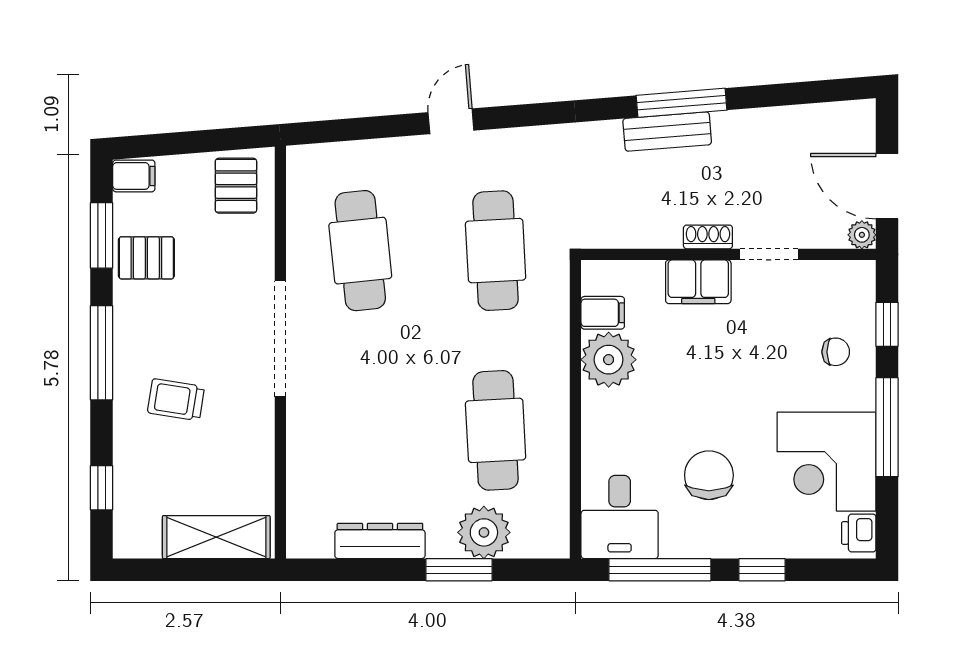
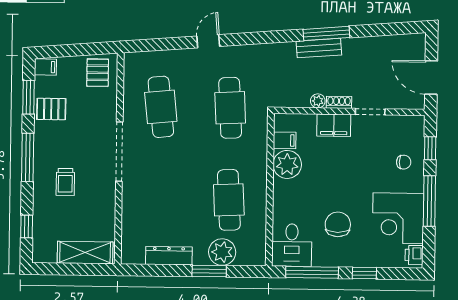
plant: (862, 235) -> (318, 101), moved
trolley: (176, 400) -> (65, 182), turned -99

